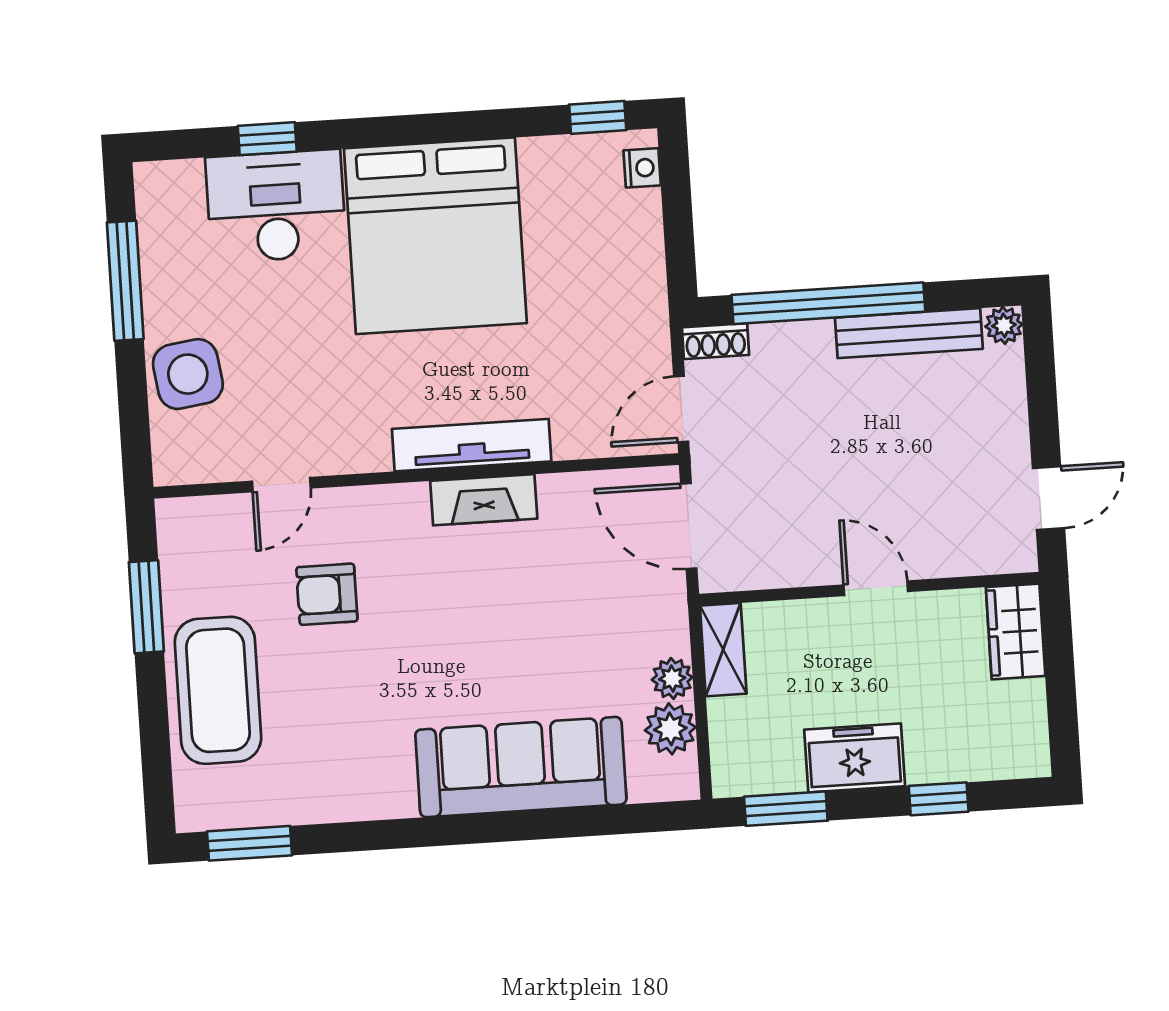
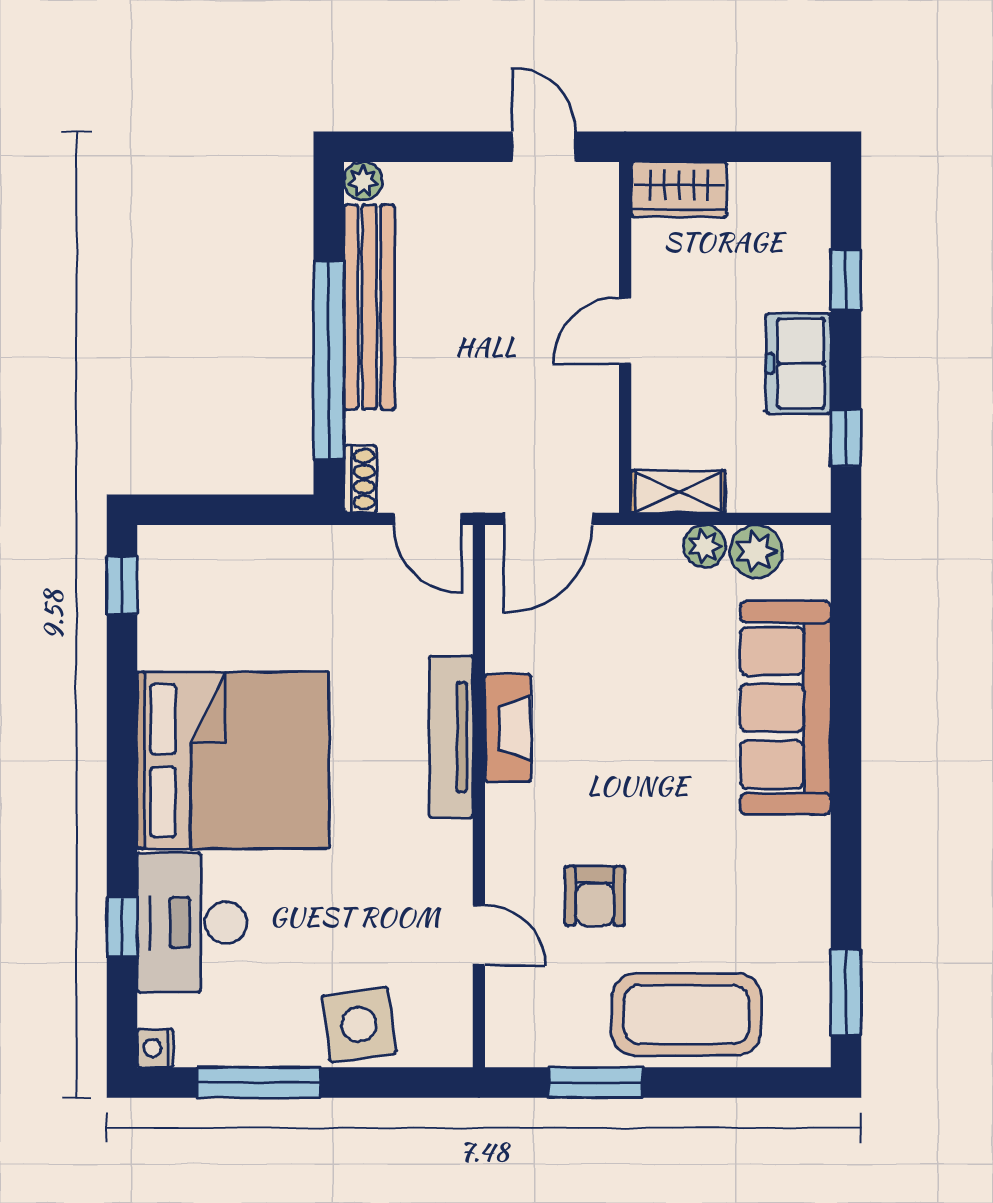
nightstand: (642, 168) -> (155, 1048), moved, turned -90
bench: (909, 333) -> (369, 307), width x1.37, depth x1.21
window: (786, 809) -> (846, 438), width x0.67

